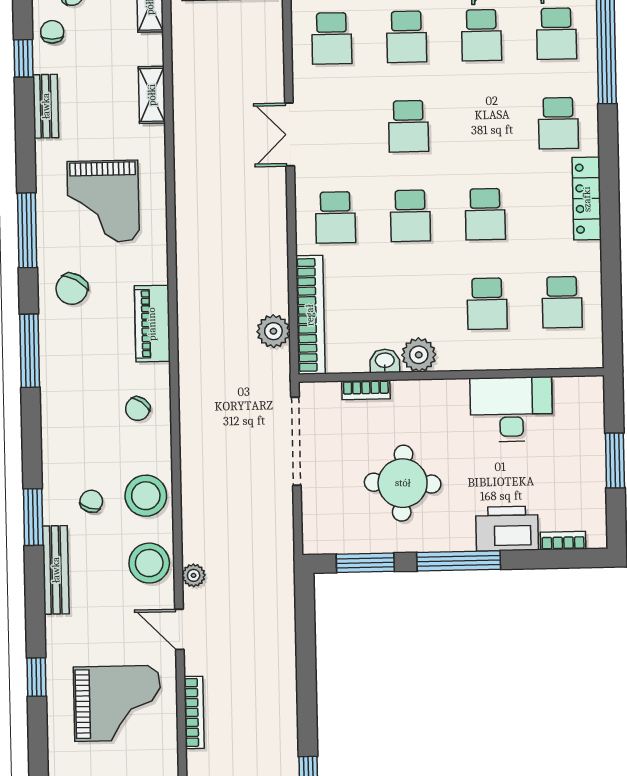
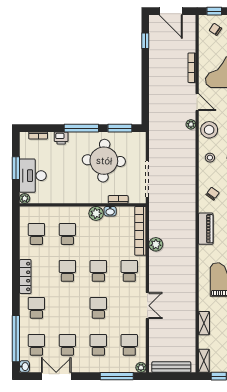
plant: (273, 331) -> (156, 244), moved
plant: (592, 388) -> (25, 198), added
desk: (511, 409) -> (33, 176), moved, turned 90
round table: (403, 483) -> (104, 161), width x1.36, depth x1.36
stool: (146, 496) -> (210, 158), width x0.53, depth x0.53
printer: (507, 529) -> (61, 138), width x0.53, depth x0.68

